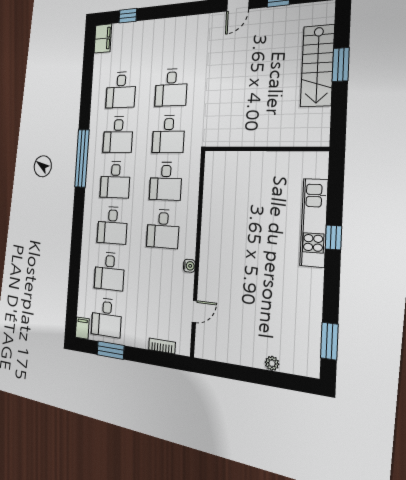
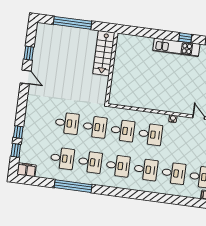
window: (154, 13) -> (18, 132), added
window: (341, 65) -> (72, 23), width x2.11
stairs: (317, 66) -> (104, 53), moved, turned 90
window: (82, 158) -> (73, 186), moved
kitchen unit: (314, 223) -> (176, 47), moved
window: (334, 237) -> (185, 38), moved

